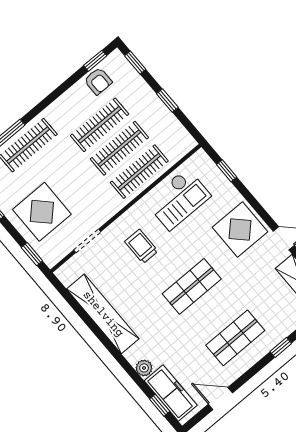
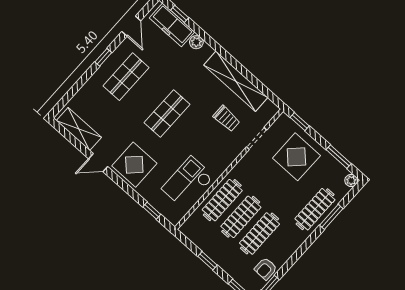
armchair: (98, 81) -> (266, 269), turned -89
trolley: (141, 246) -> (227, 119), moved
window: (281, 348) -> (103, 57), moved
door: (220, 398) -> (131, 26), hinge flipped

